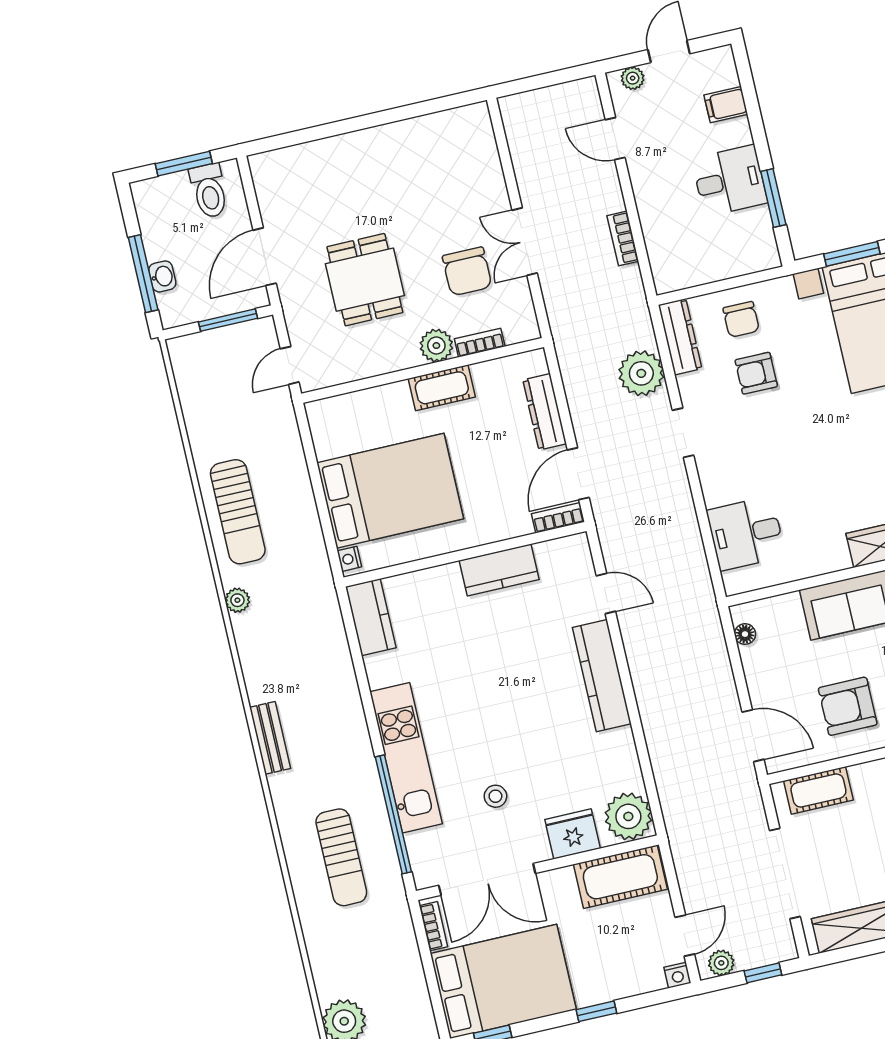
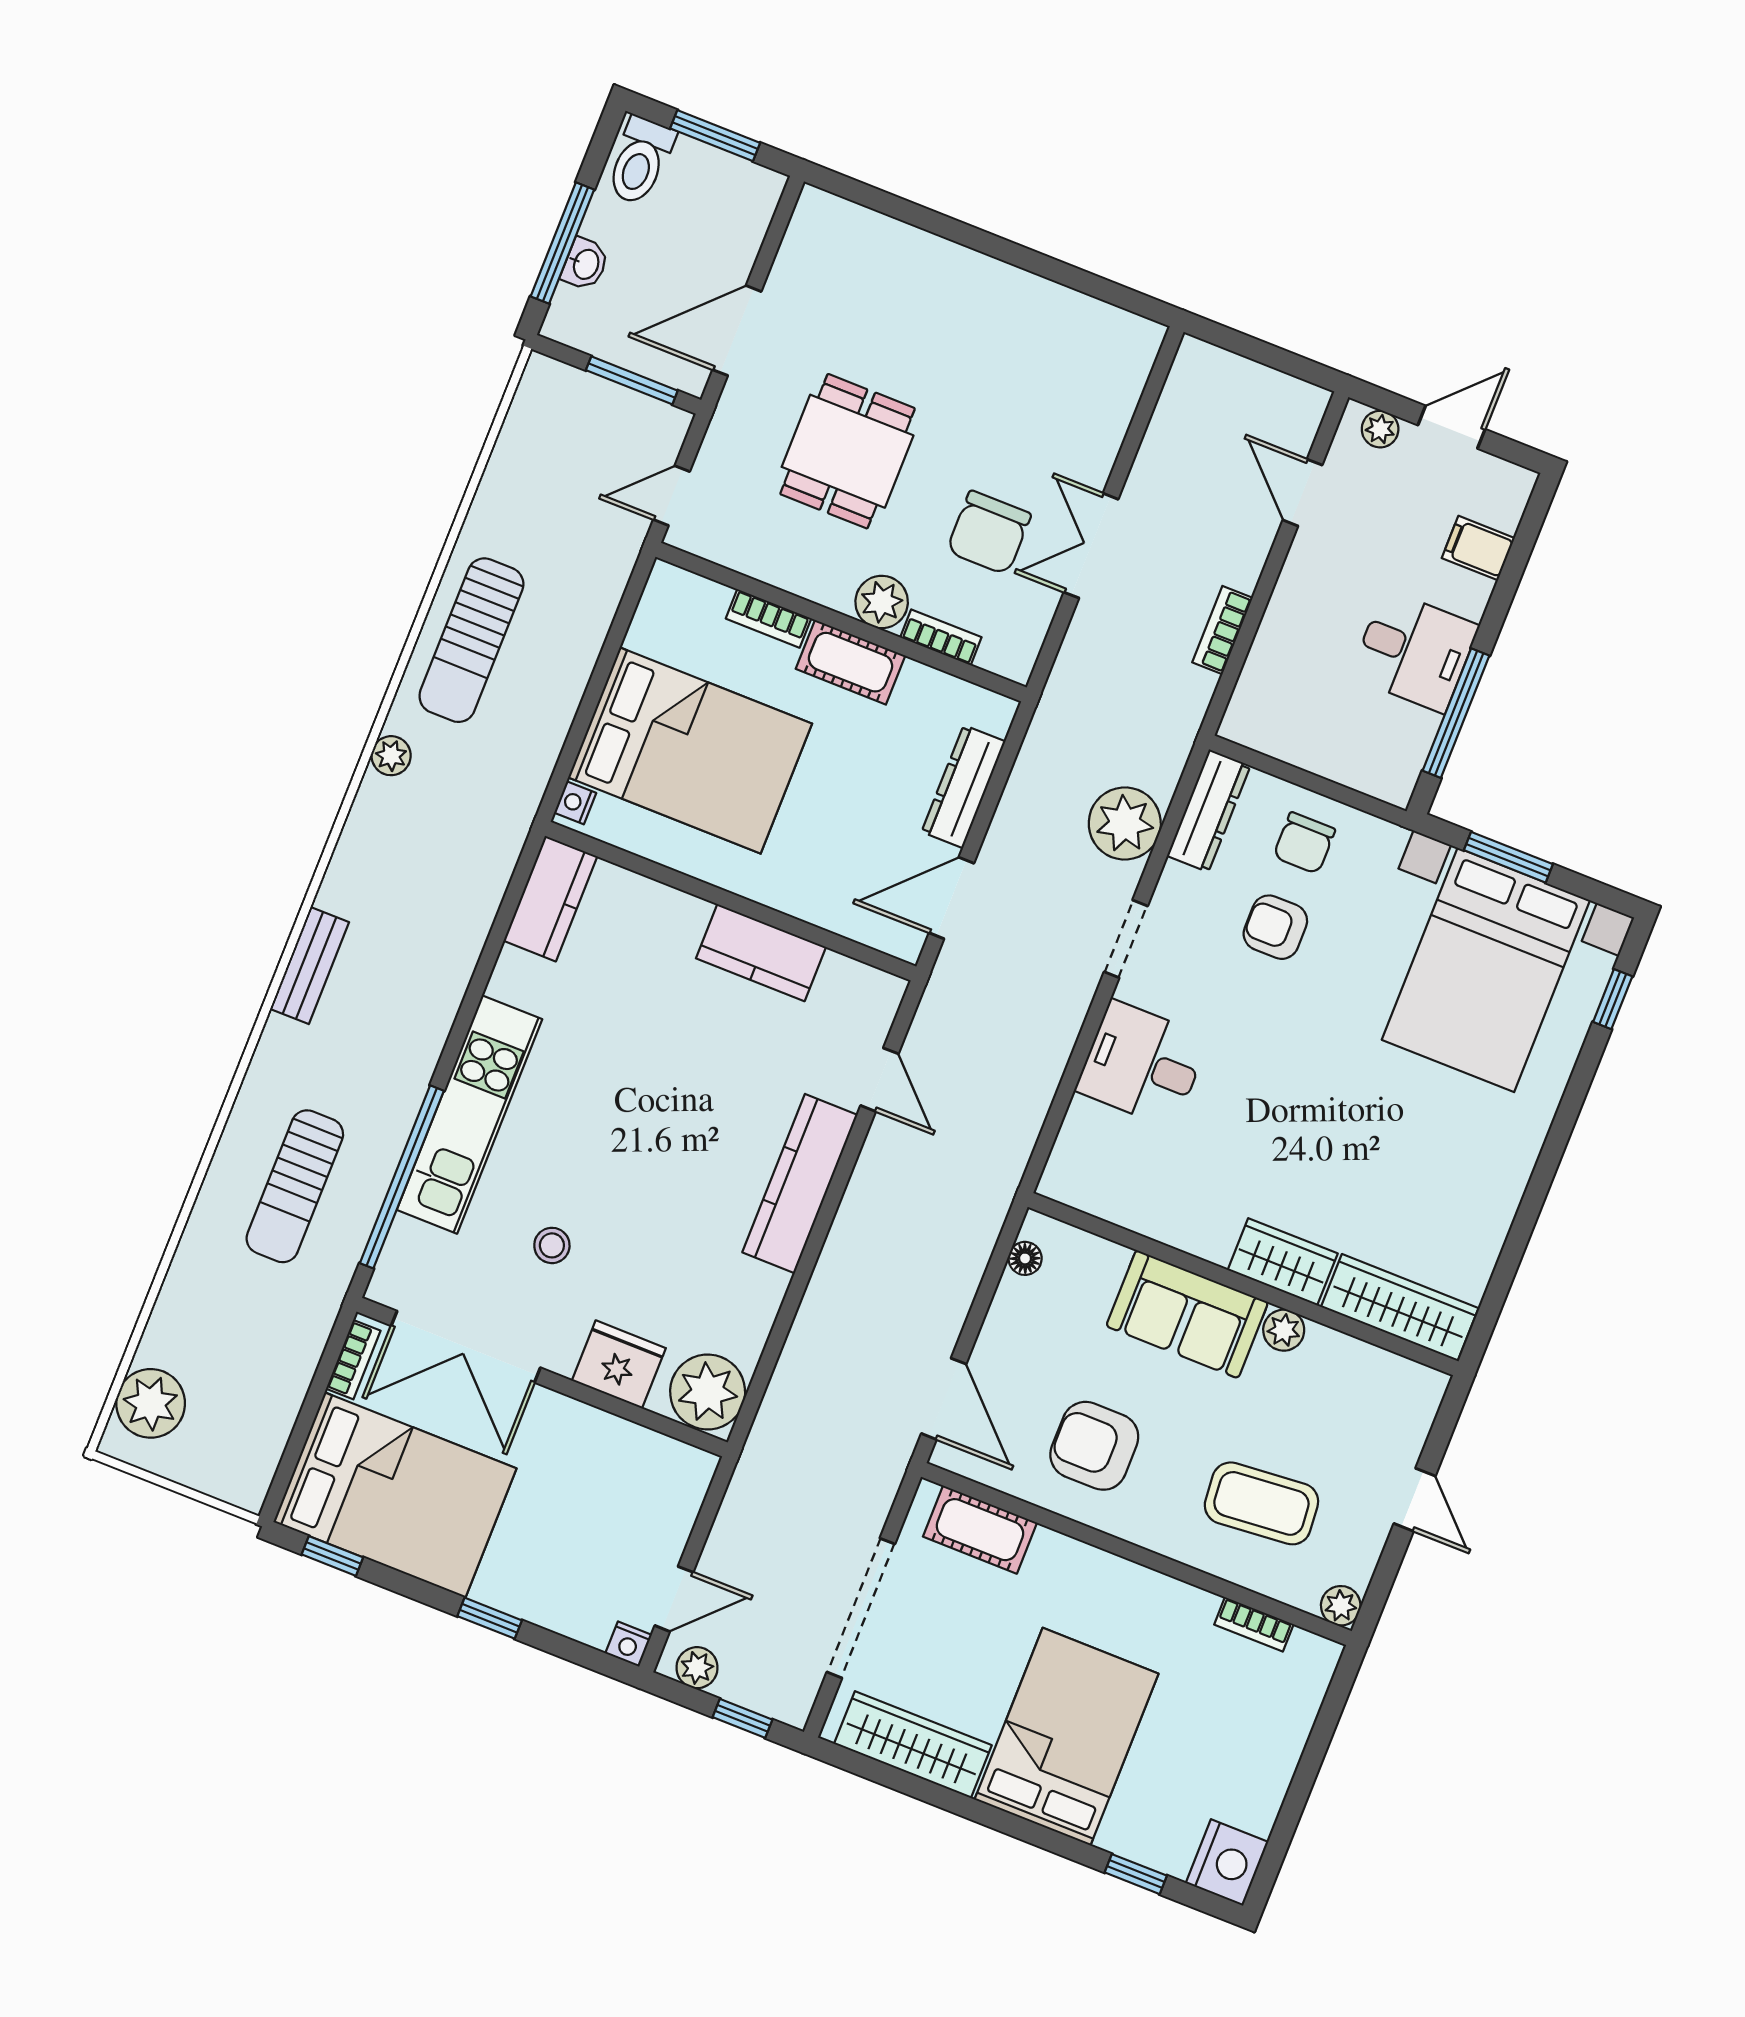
toilet: (209, 191) -> (640, 161), moved
window: (773, 198) -> (1456, 713), width x1.44
bookcase: (558, 518) -> (769, 618), moved, turned 180
desk: (746, 533) -> (1142, 1064), moved
cot: (620, 877) -> (643, 1464), removed

